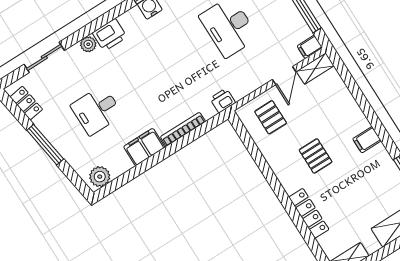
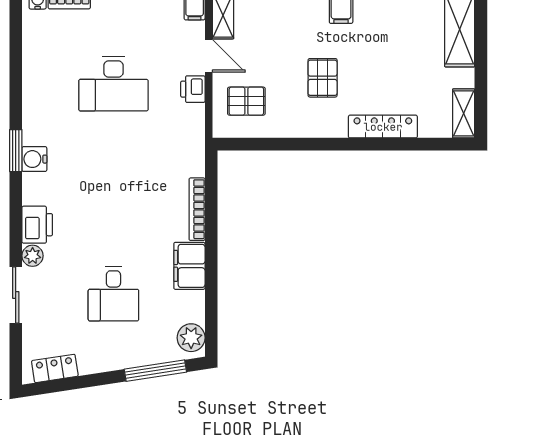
sliding door: (44, 57) -> (16, 295), moved
printer: (223, 101) -> (193, 89), moved
window: (45, 145) -> (155, 371), moved
pallet: (316, 156) -> (323, 78), turned 90

